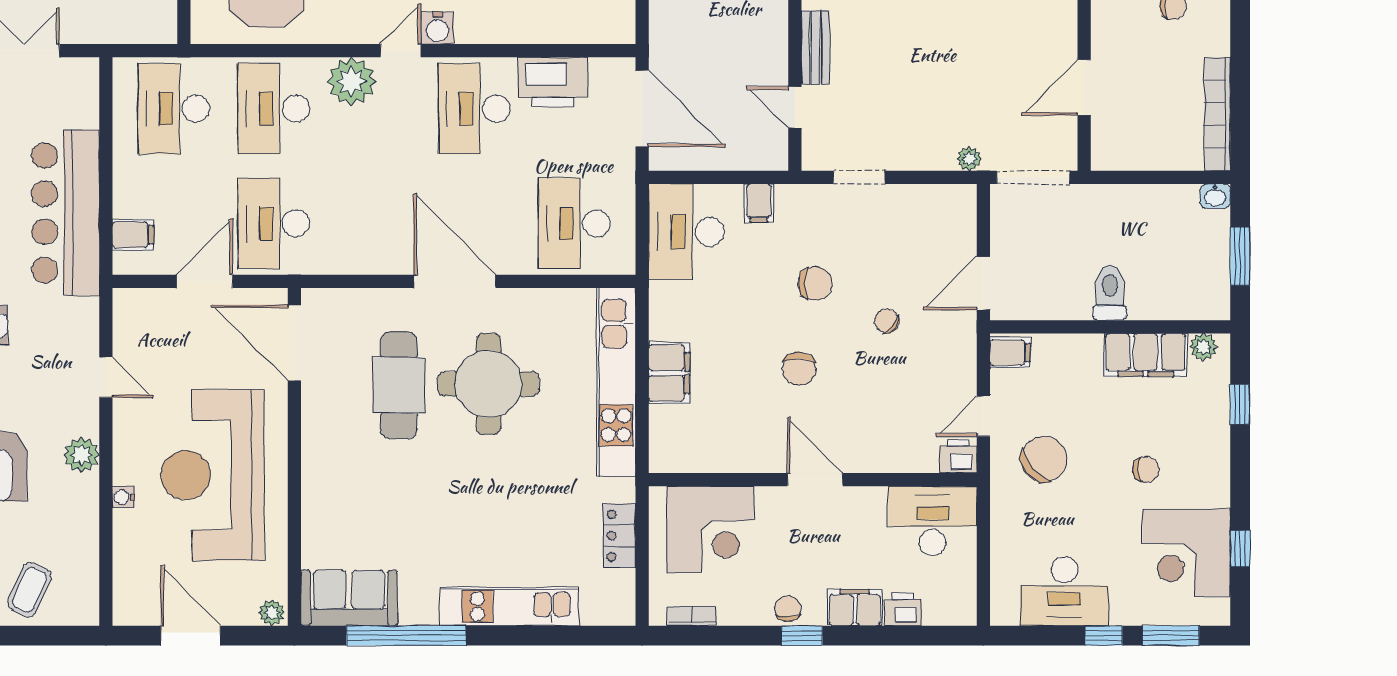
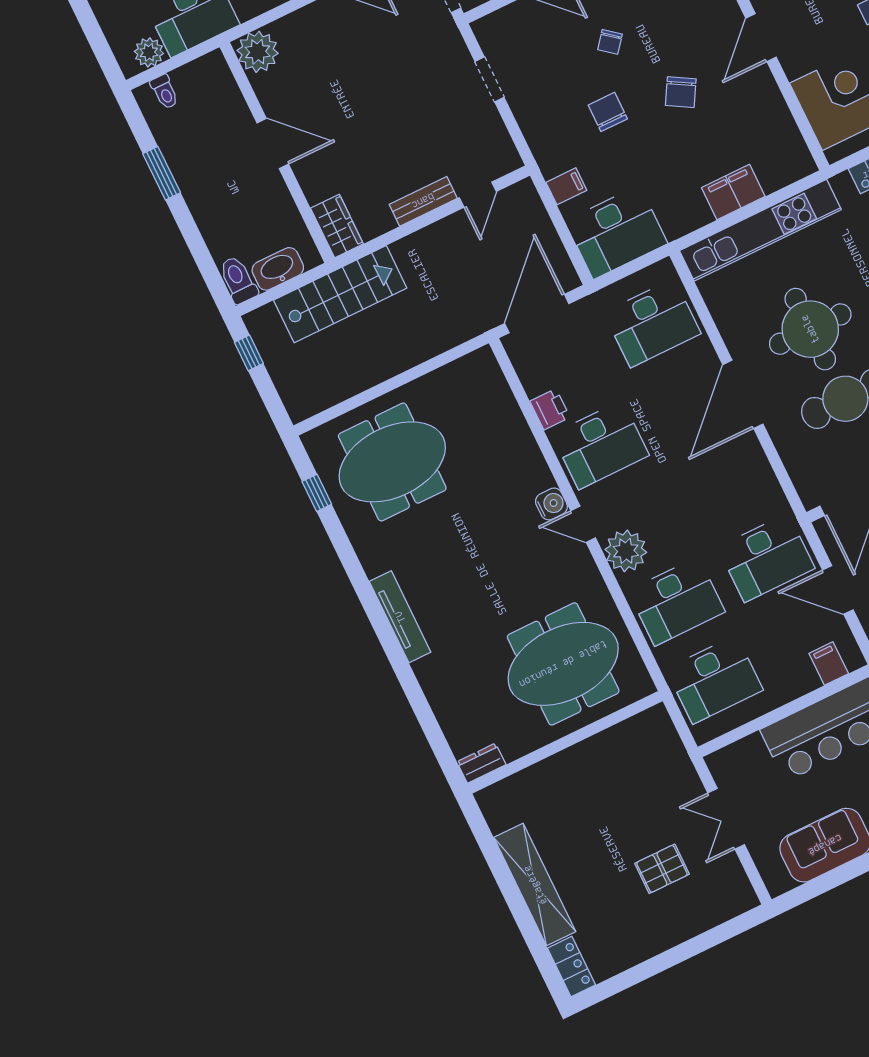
printer: (553, 82) -> (550, 409), width x0.53, depth x0.68
plant: (969, 159) -> (452, 39), removed
doorway: (859, 177) -> (490, 79), moved
chair: (799, 369) -> (681, 92), turned 120

